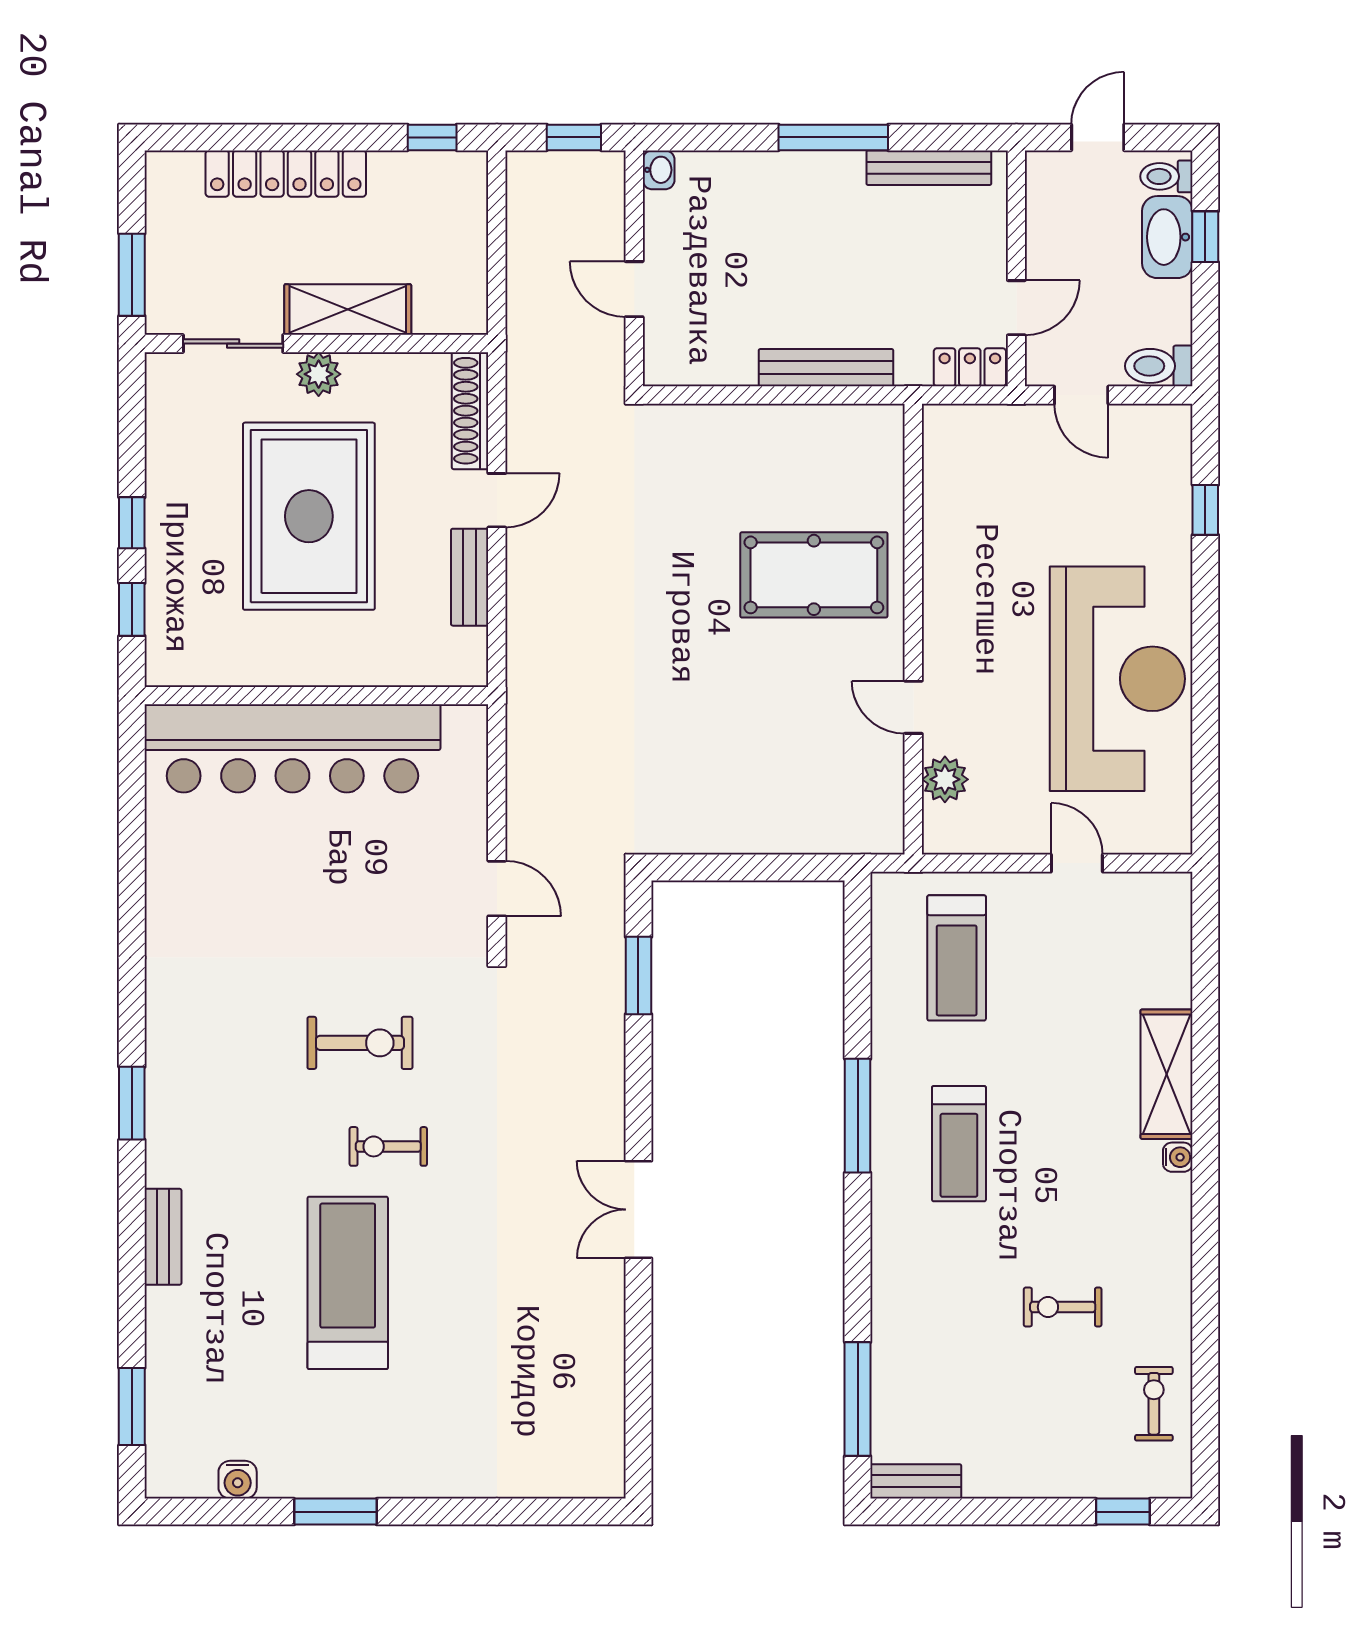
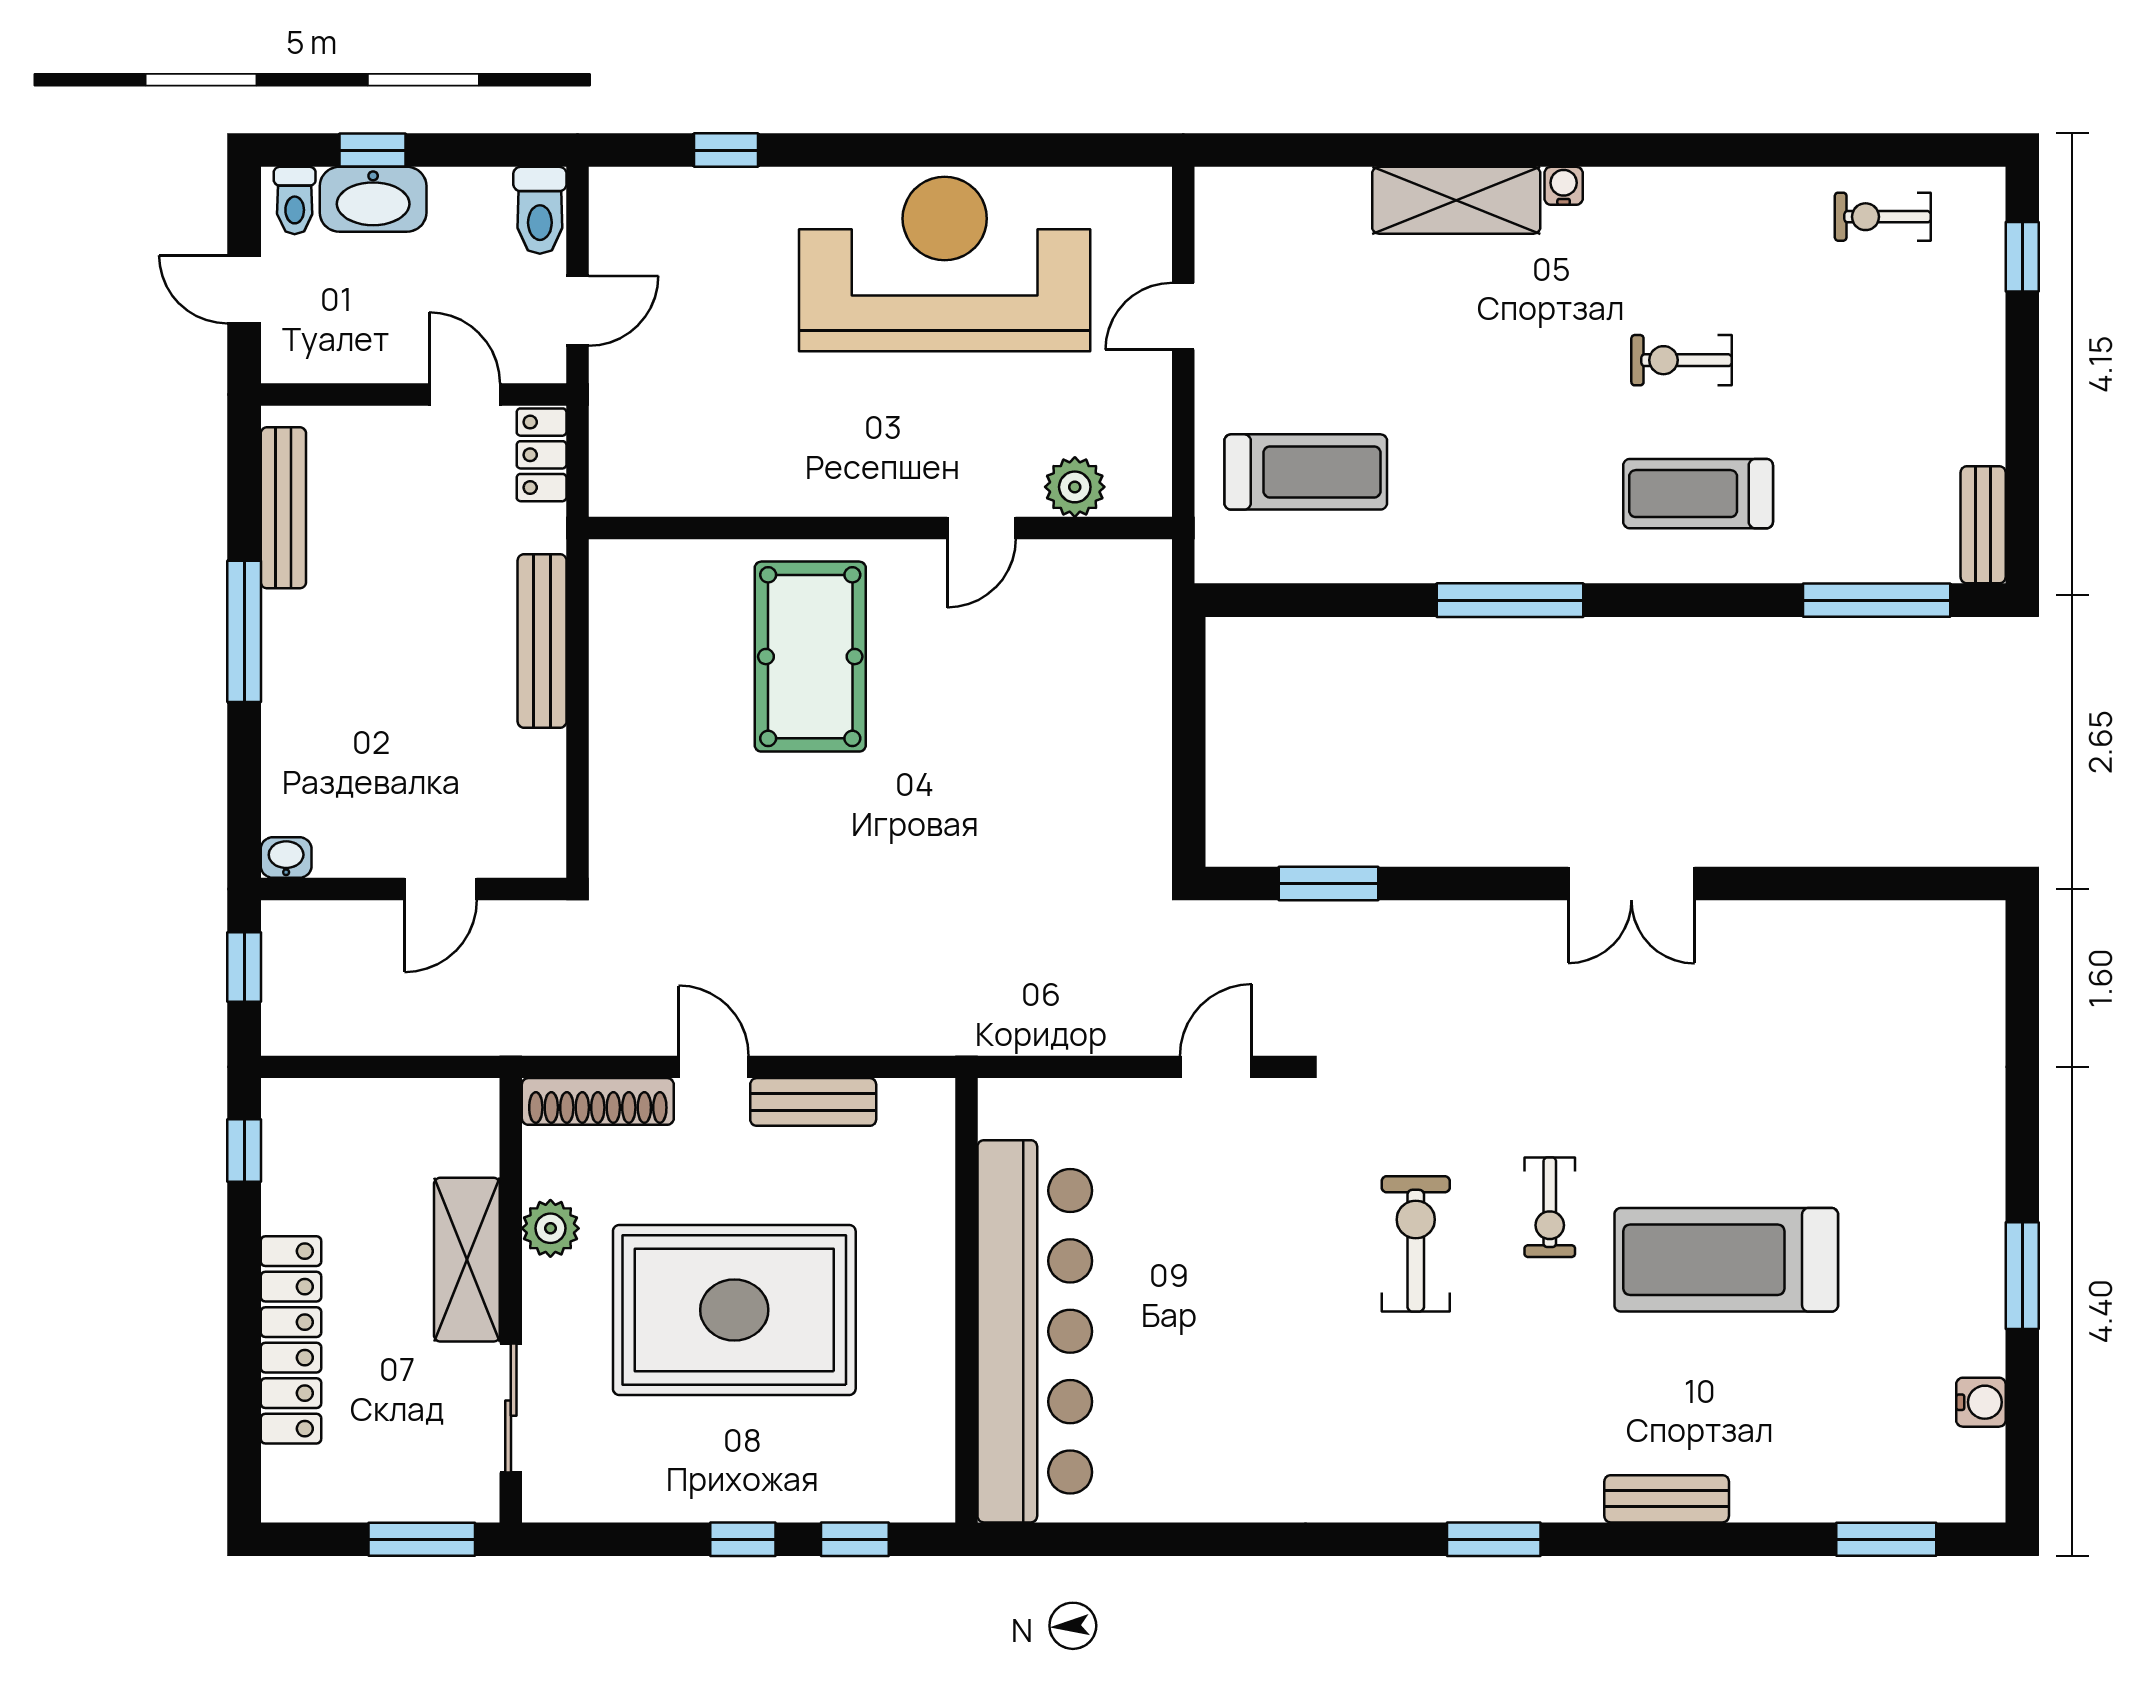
plant: (319, 374) -> (550, 1228), moved
treadmill: (959, 1144) -> (1698, 494), moved, turned 180
exercise bike: (1063, 1307) -> (1682, 360), moved, turned 90

